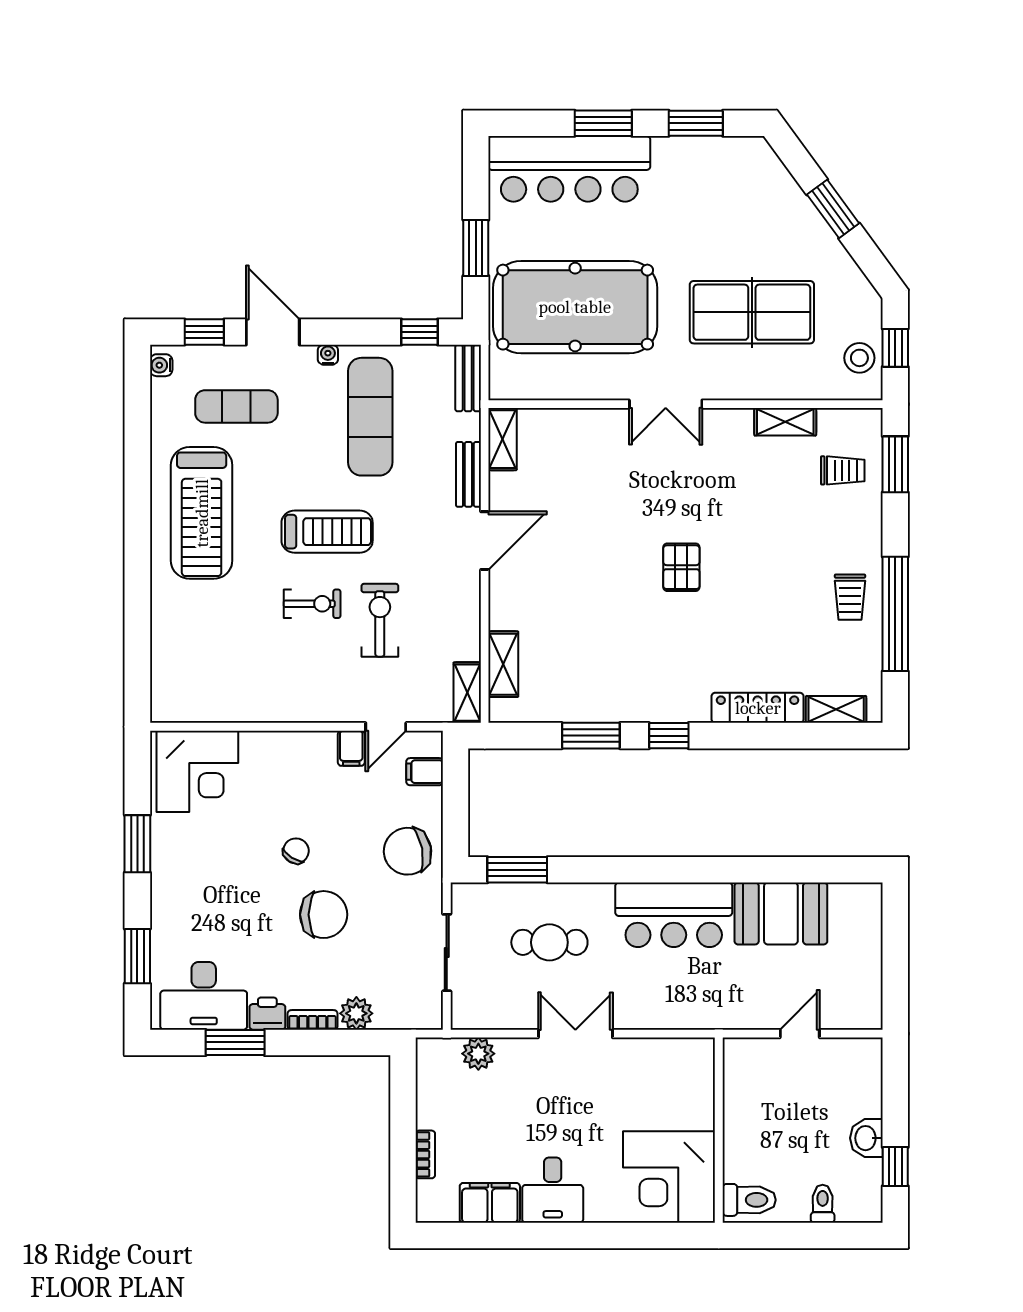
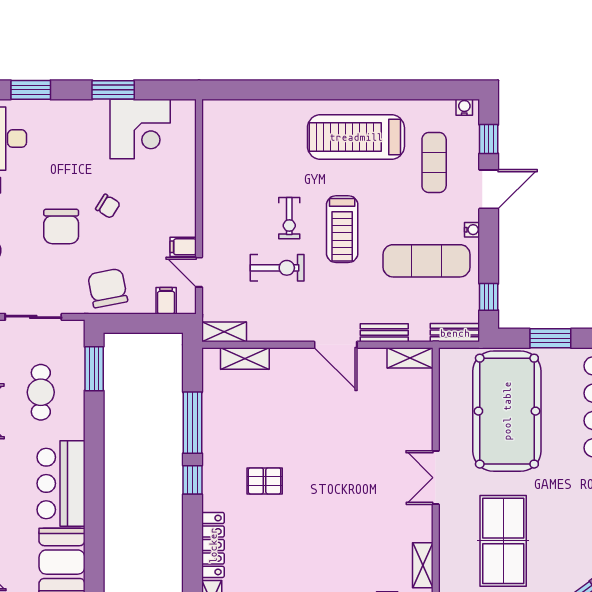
pallet: (681, 567) -> (265, 481), moved
window: (591, 736) -> (192, 423), width x1.44
corner desk: (197, 771) -> (140, 129), moved, turned -90

